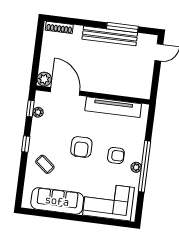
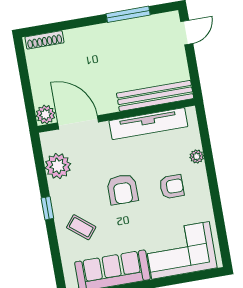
bench: (110, 36) -> (155, 96), moved
window: (30, 108) -> (39, 159), removed
plant: (38, 112) -> (58, 166), width x1.88, depth x1.88
window: (145, 166) -> (214, 189), removed
plant: (136, 167) -> (197, 157), moved

